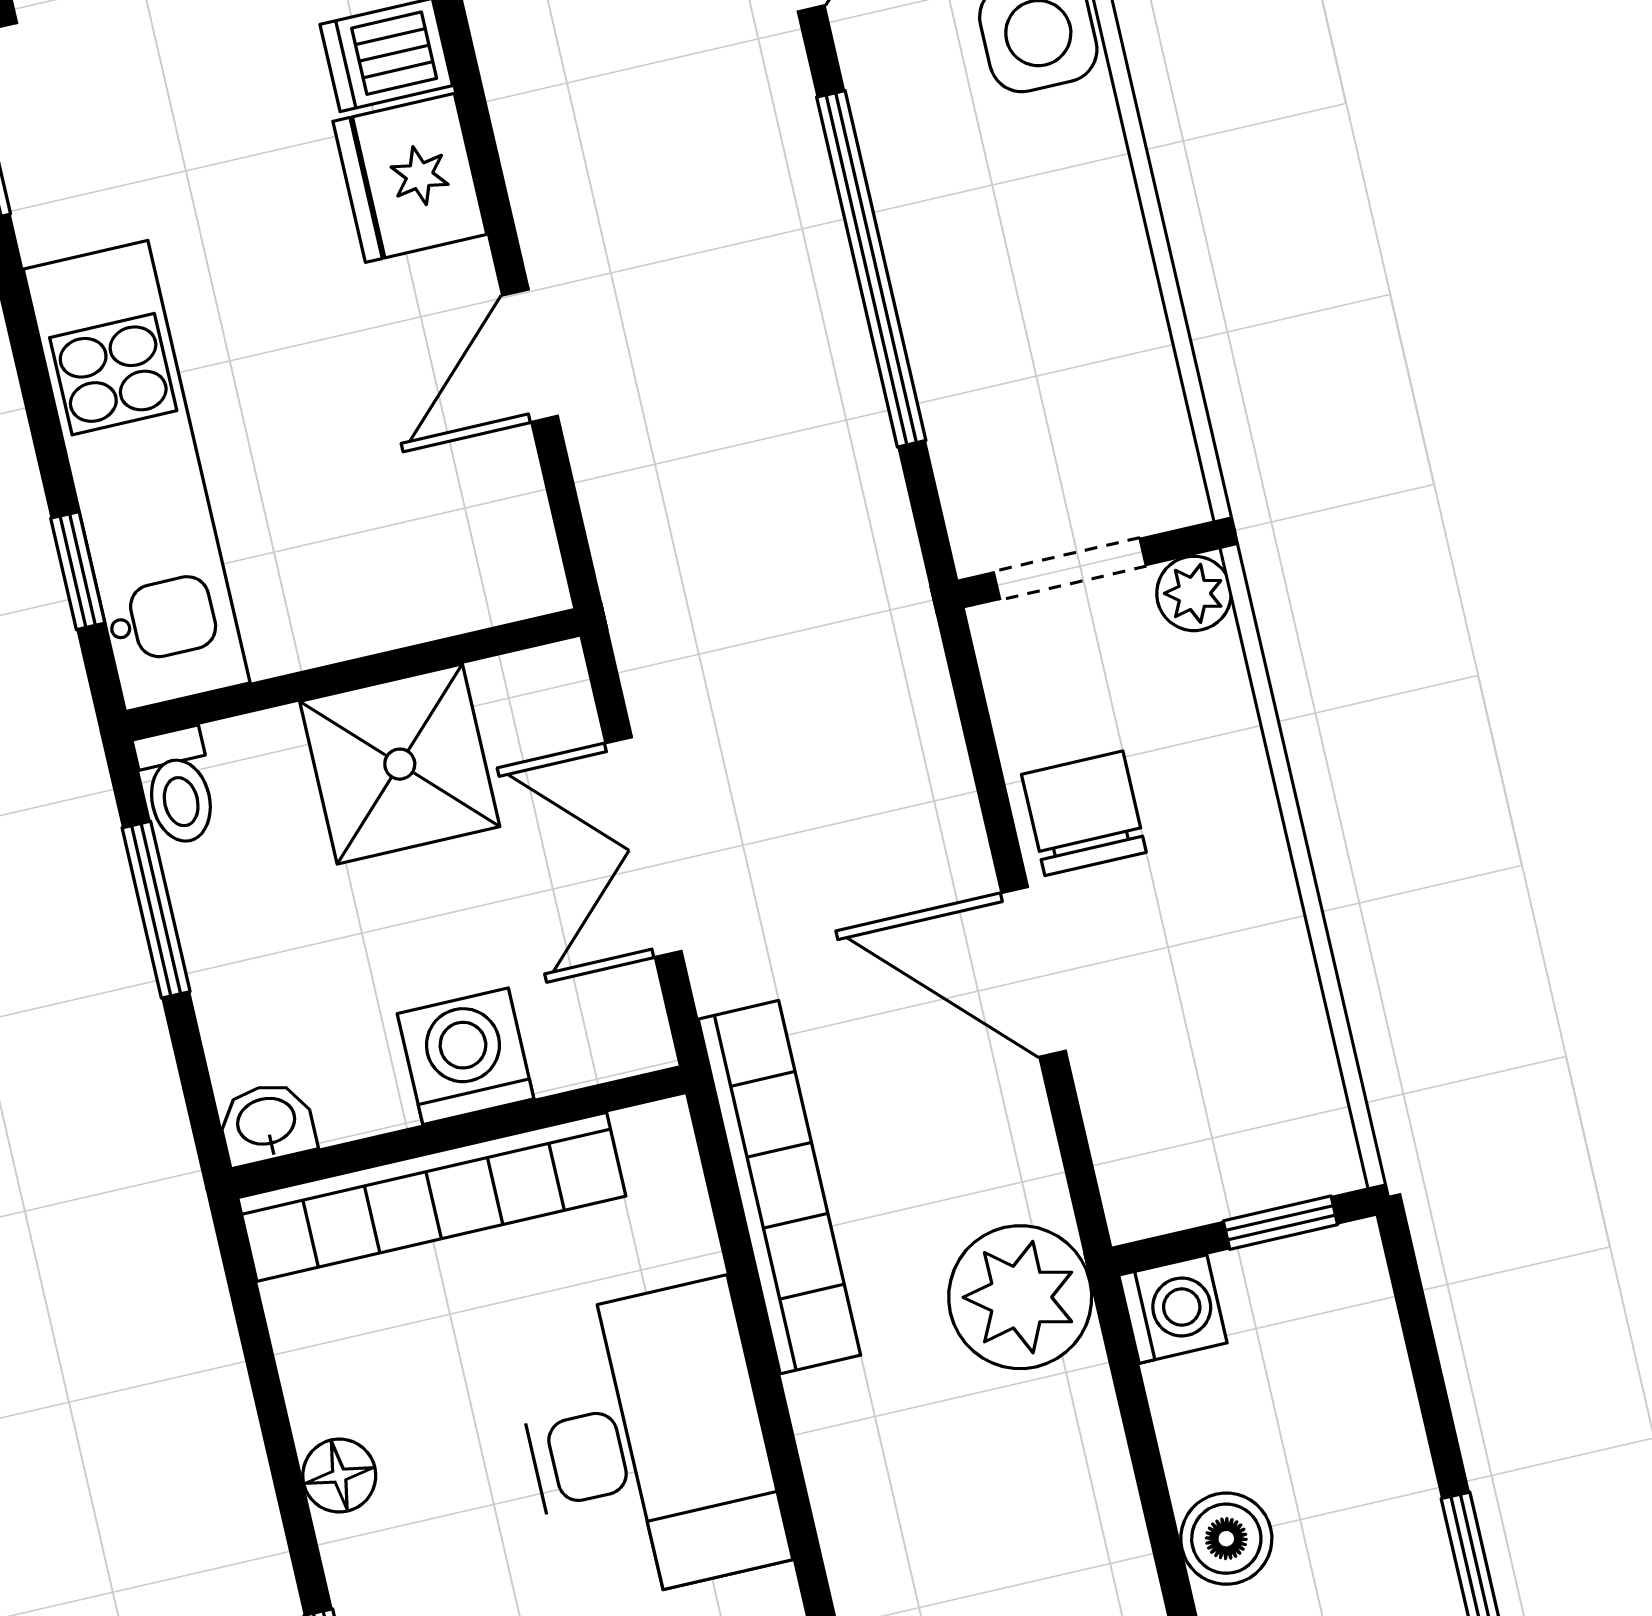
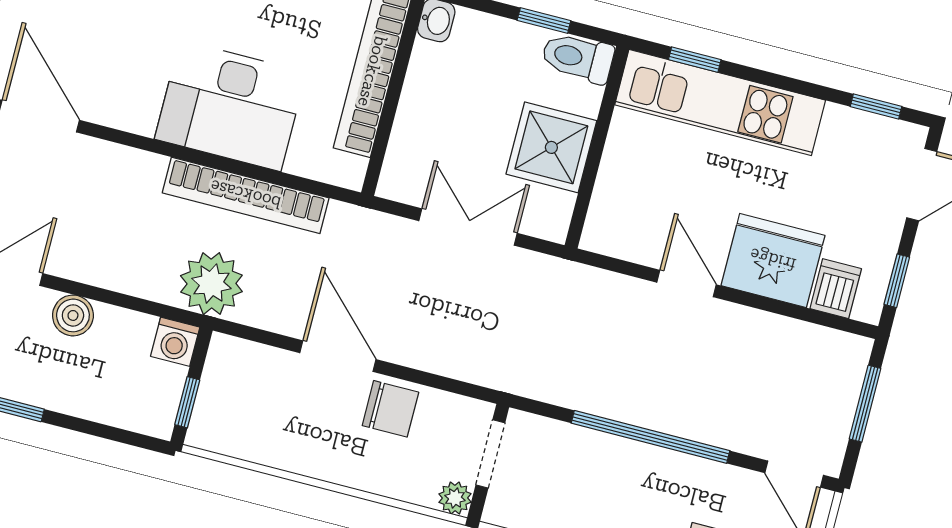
fridge: (410, 178) -> (773, 260), width x1.36, depth x1.34
toilet: (178, 787) -> (578, 58), width x1.37, depth x1.39
window: (156, 910) -> (544, 21), width x0.67
door: (1034, 972) -> (338, 356), hinge flipped
washing machine: (466, 1056) -> (422, 113), removed
bookcase: (779, 1187) -> (246, 195), moved

